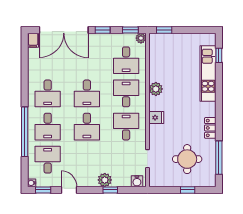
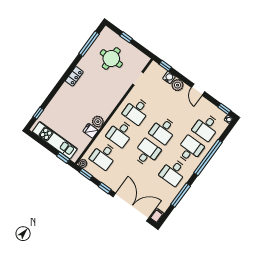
desk: (126, 60) -> (104, 156), turned 180
kitchen unit: (208, 73) -> (55, 140), moved, turned -90
window: (25, 76) -> (181, 195), added
desk: (48, 93) -> (173, 172), turned 180
fridge: (156, 118) -> (91, 131), moved
desk: (87, 127) -> (163, 130), turned 180
locker: (210, 128) -> (74, 76), moved
water cooler: (137, 181) -> (169, 78), moved
door: (69, 190) -> (198, 90), moved
window: (110, 190) -> (165, 66), moved

